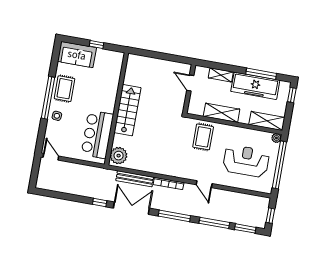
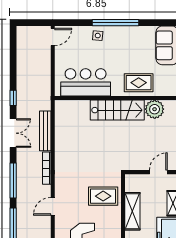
rug: (64, 89) -> (139, 83), moved
plant: (119, 156) -> (155, 109), moved
double door: (131, 208) -> (13, 133), width x0.73

